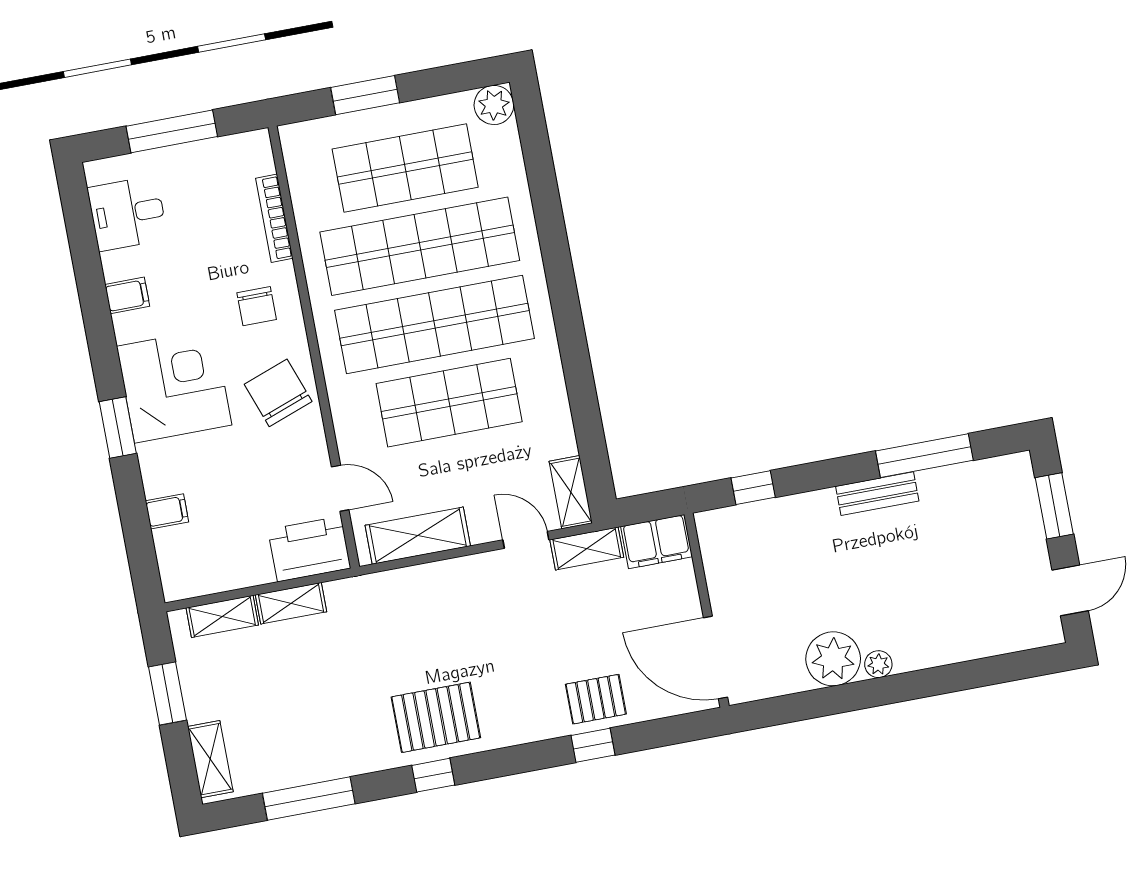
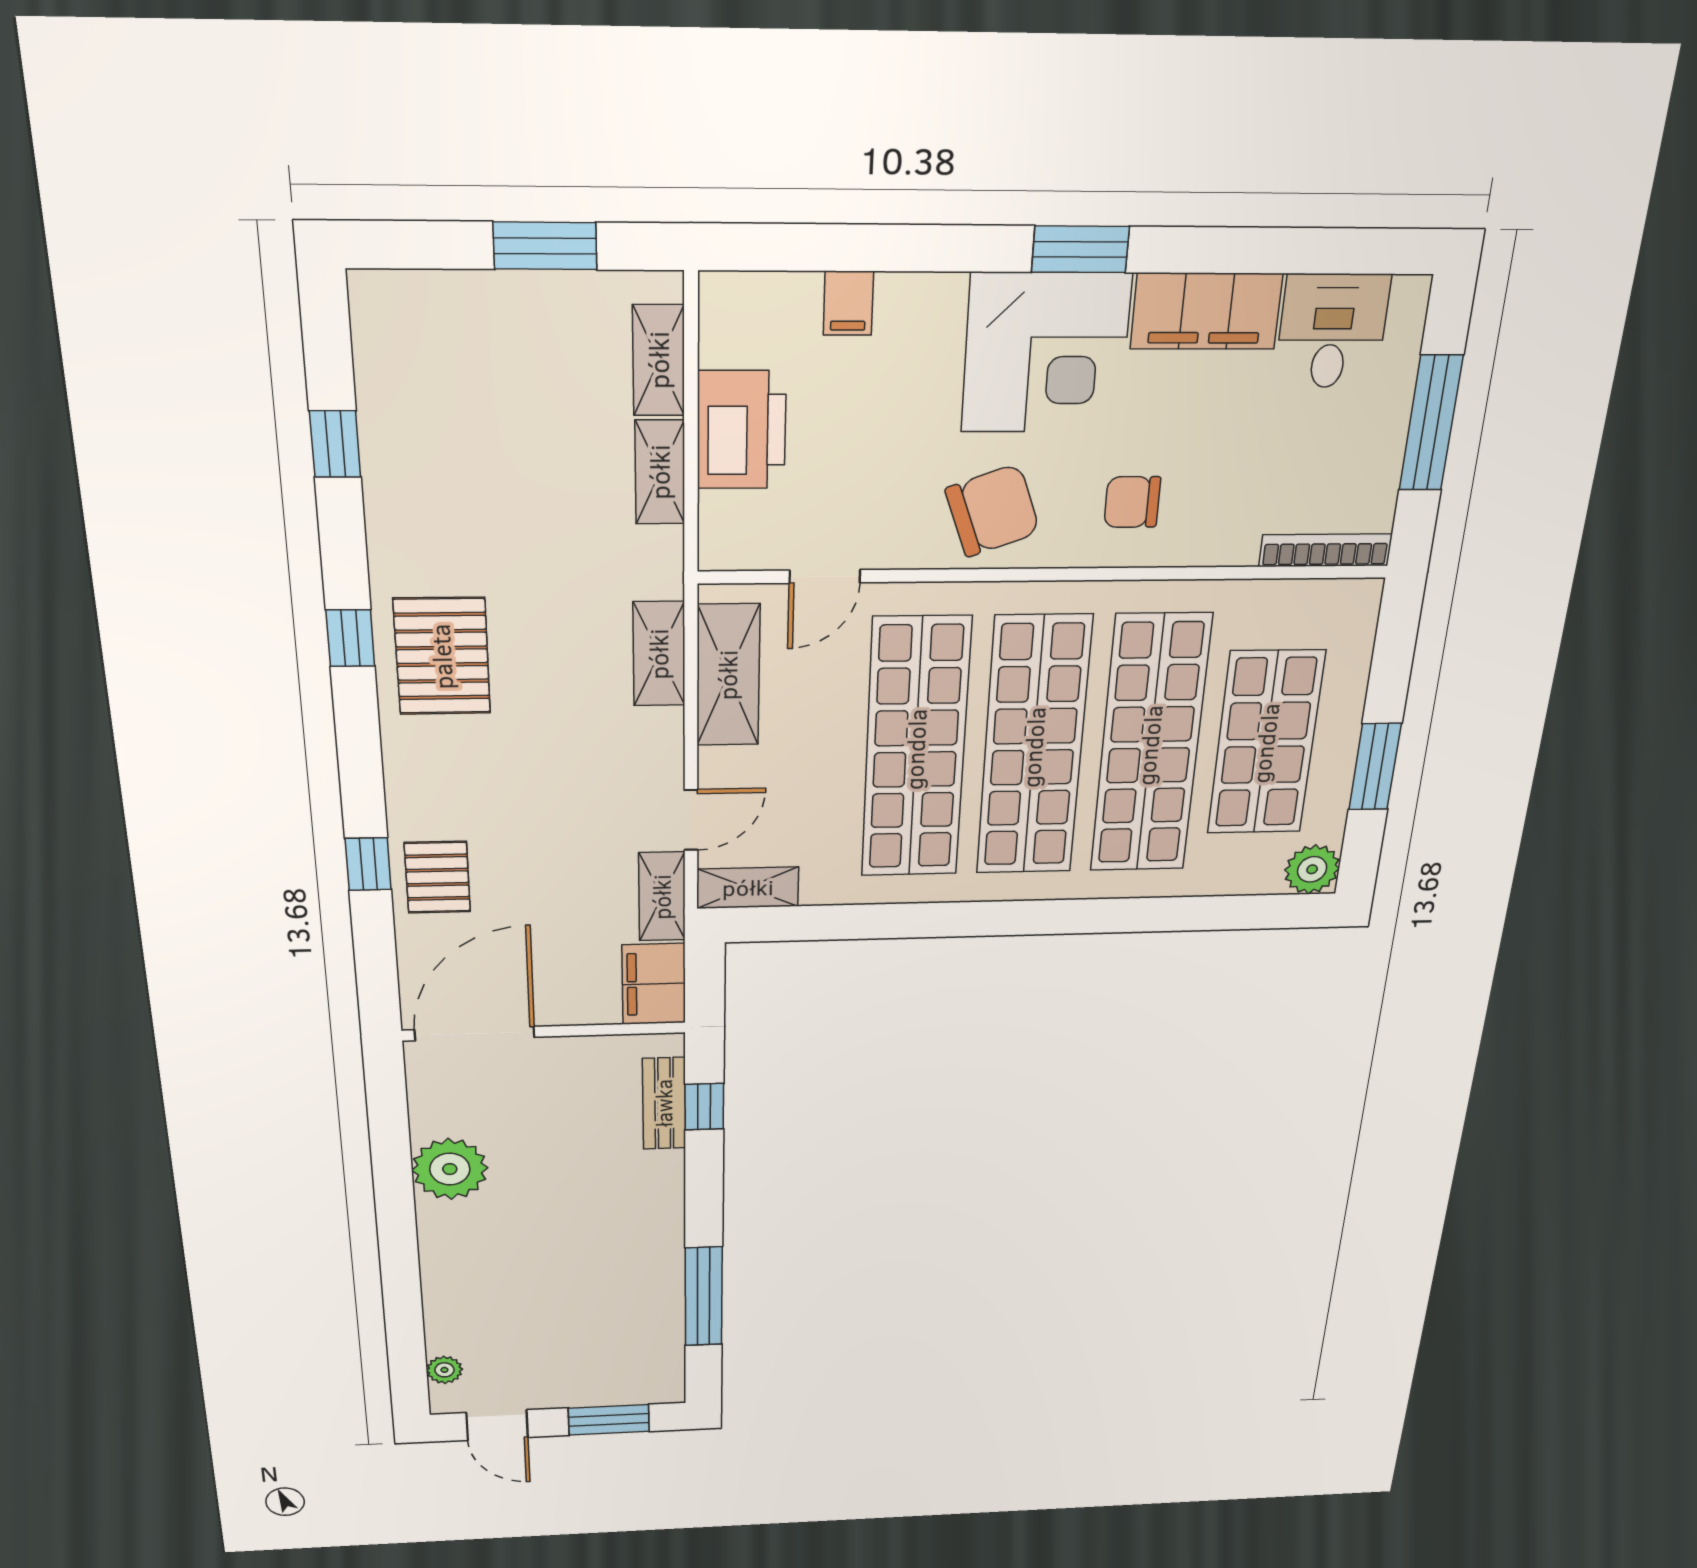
window: (365, 95) -> (1375, 767), moved
bookcase: (274, 218) -> (1326, 550), moved
filing cabinet: (127, 295) -> (1206, 311), width x3.00, depth x1.17
shop shelf: (449, 403) -> (916, 749), width x1.40
window: (118, 427) -> (1080, 249), moved
bench: (877, 494) -> (664, 1103), moved
printer: (309, 549) -> (742, 430), moved
plant: (878, 664) -> (444, 1370), moved
shelving: (210, 759) -> (659, 654), moved, turned 90
window: (309, 798) -> (335, 444), width x0.46

